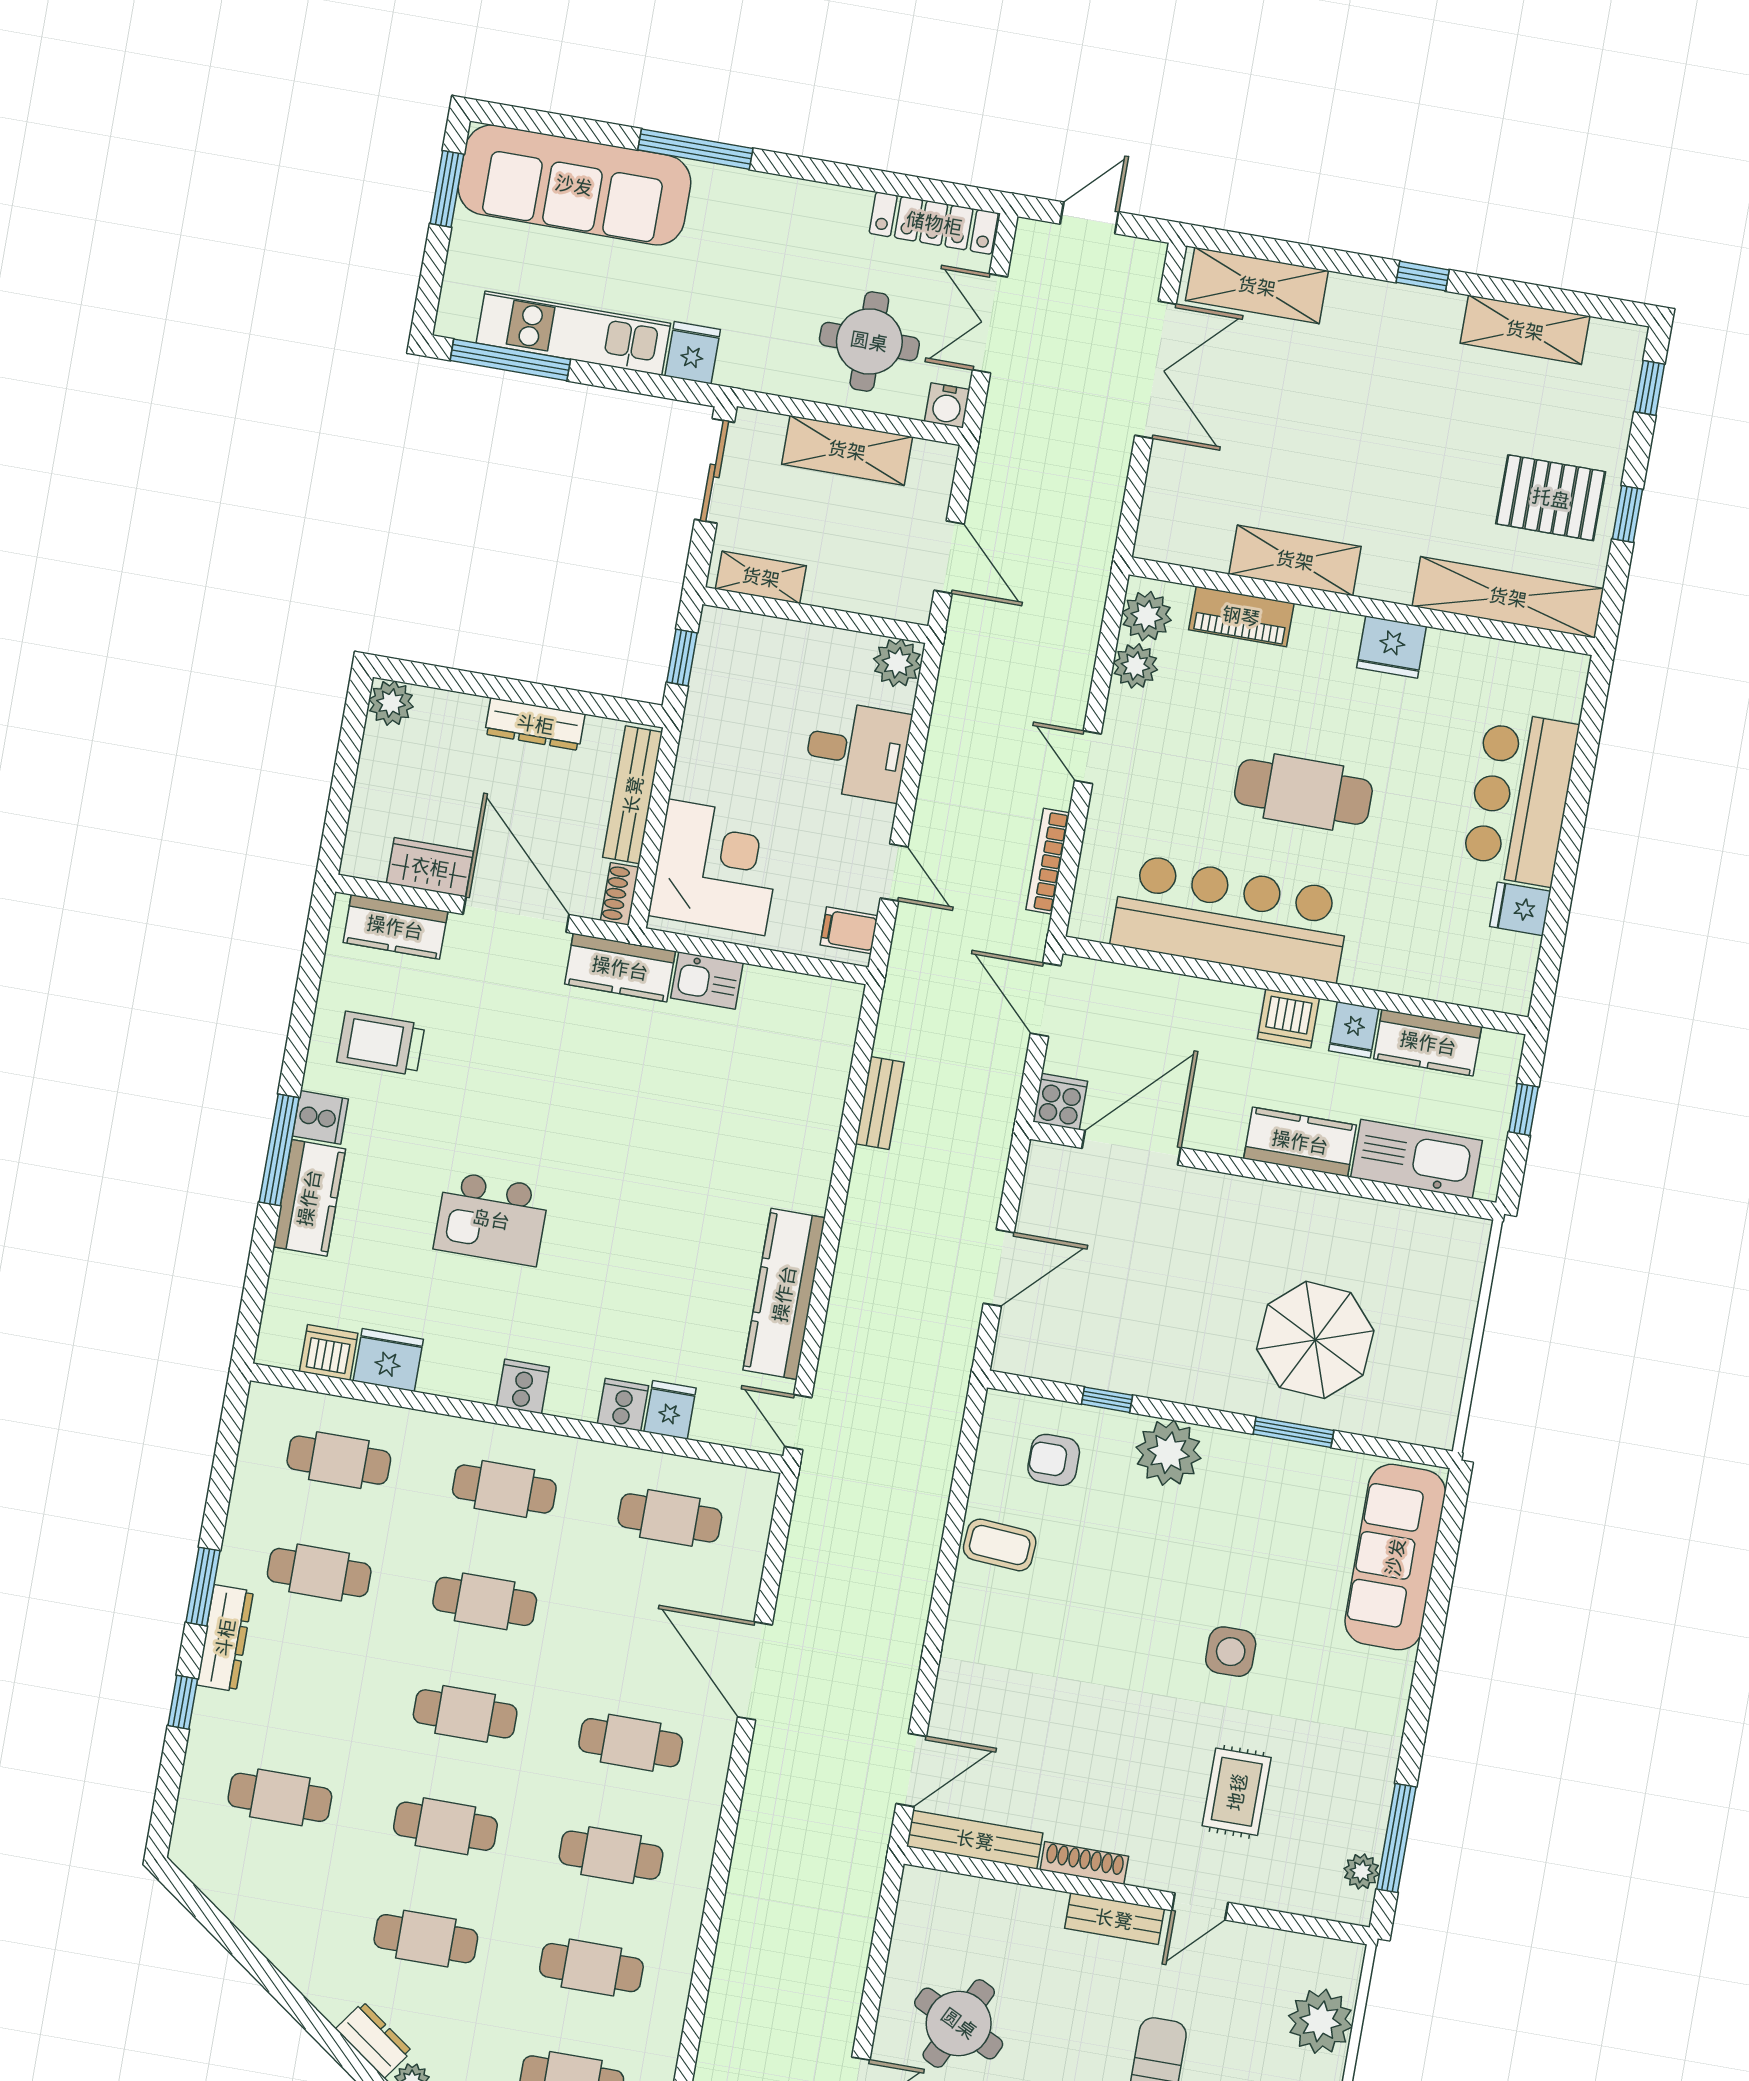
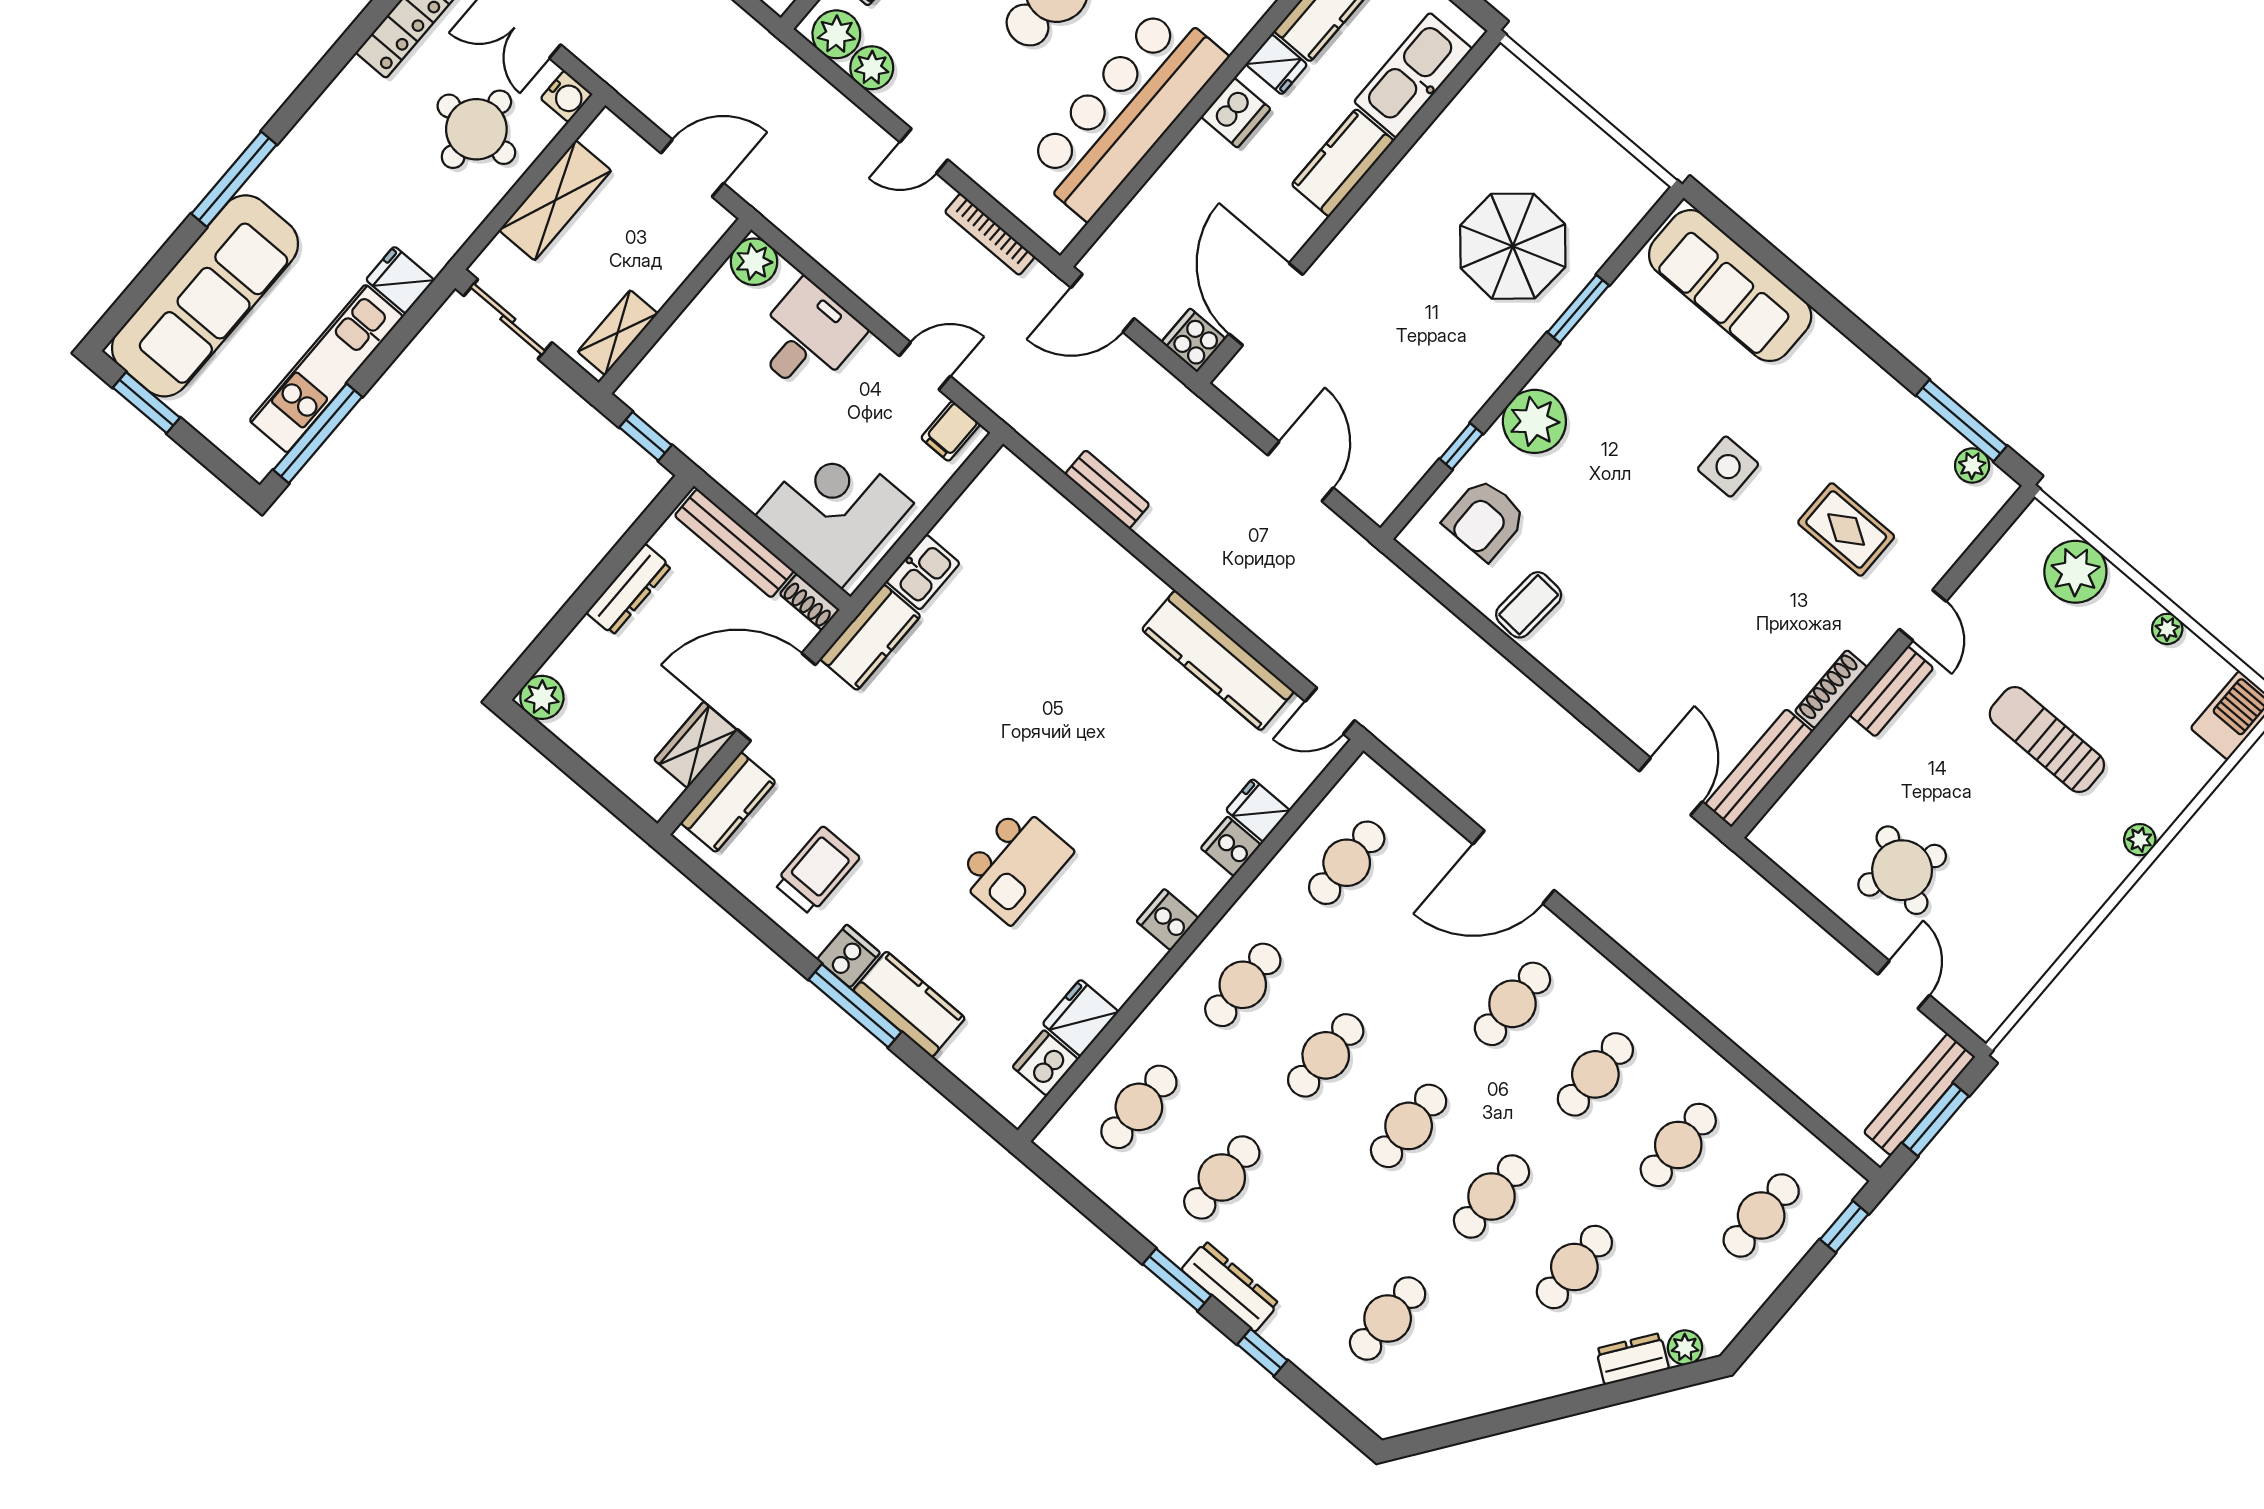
trolley: (381, 1043) -> (817, 871), turned 180
armchair: (1054, 1460) -> (1485, 519), width x1.38, depth x1.38

